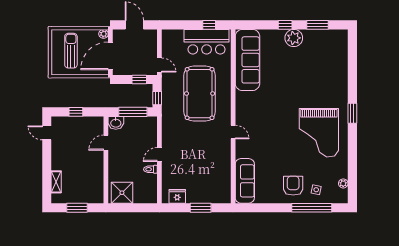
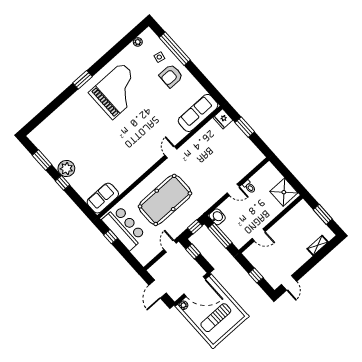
sofa: (247, 60) -> (103, 198), width x0.54, depth x0.79
washbasin: (116, 123) -> (217, 217), moved
fridge: (177, 196) -> (223, 119), moved

